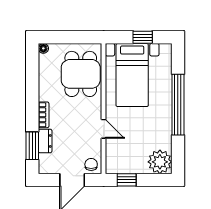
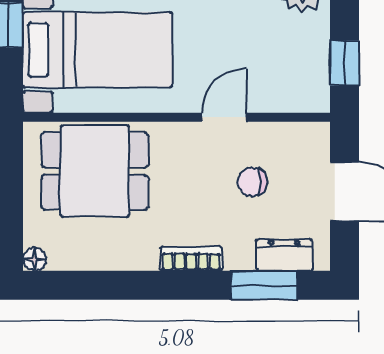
dresser: (45, 141) -> (284, 255), moved
chair: (91, 164) -> (252, 182), moved

